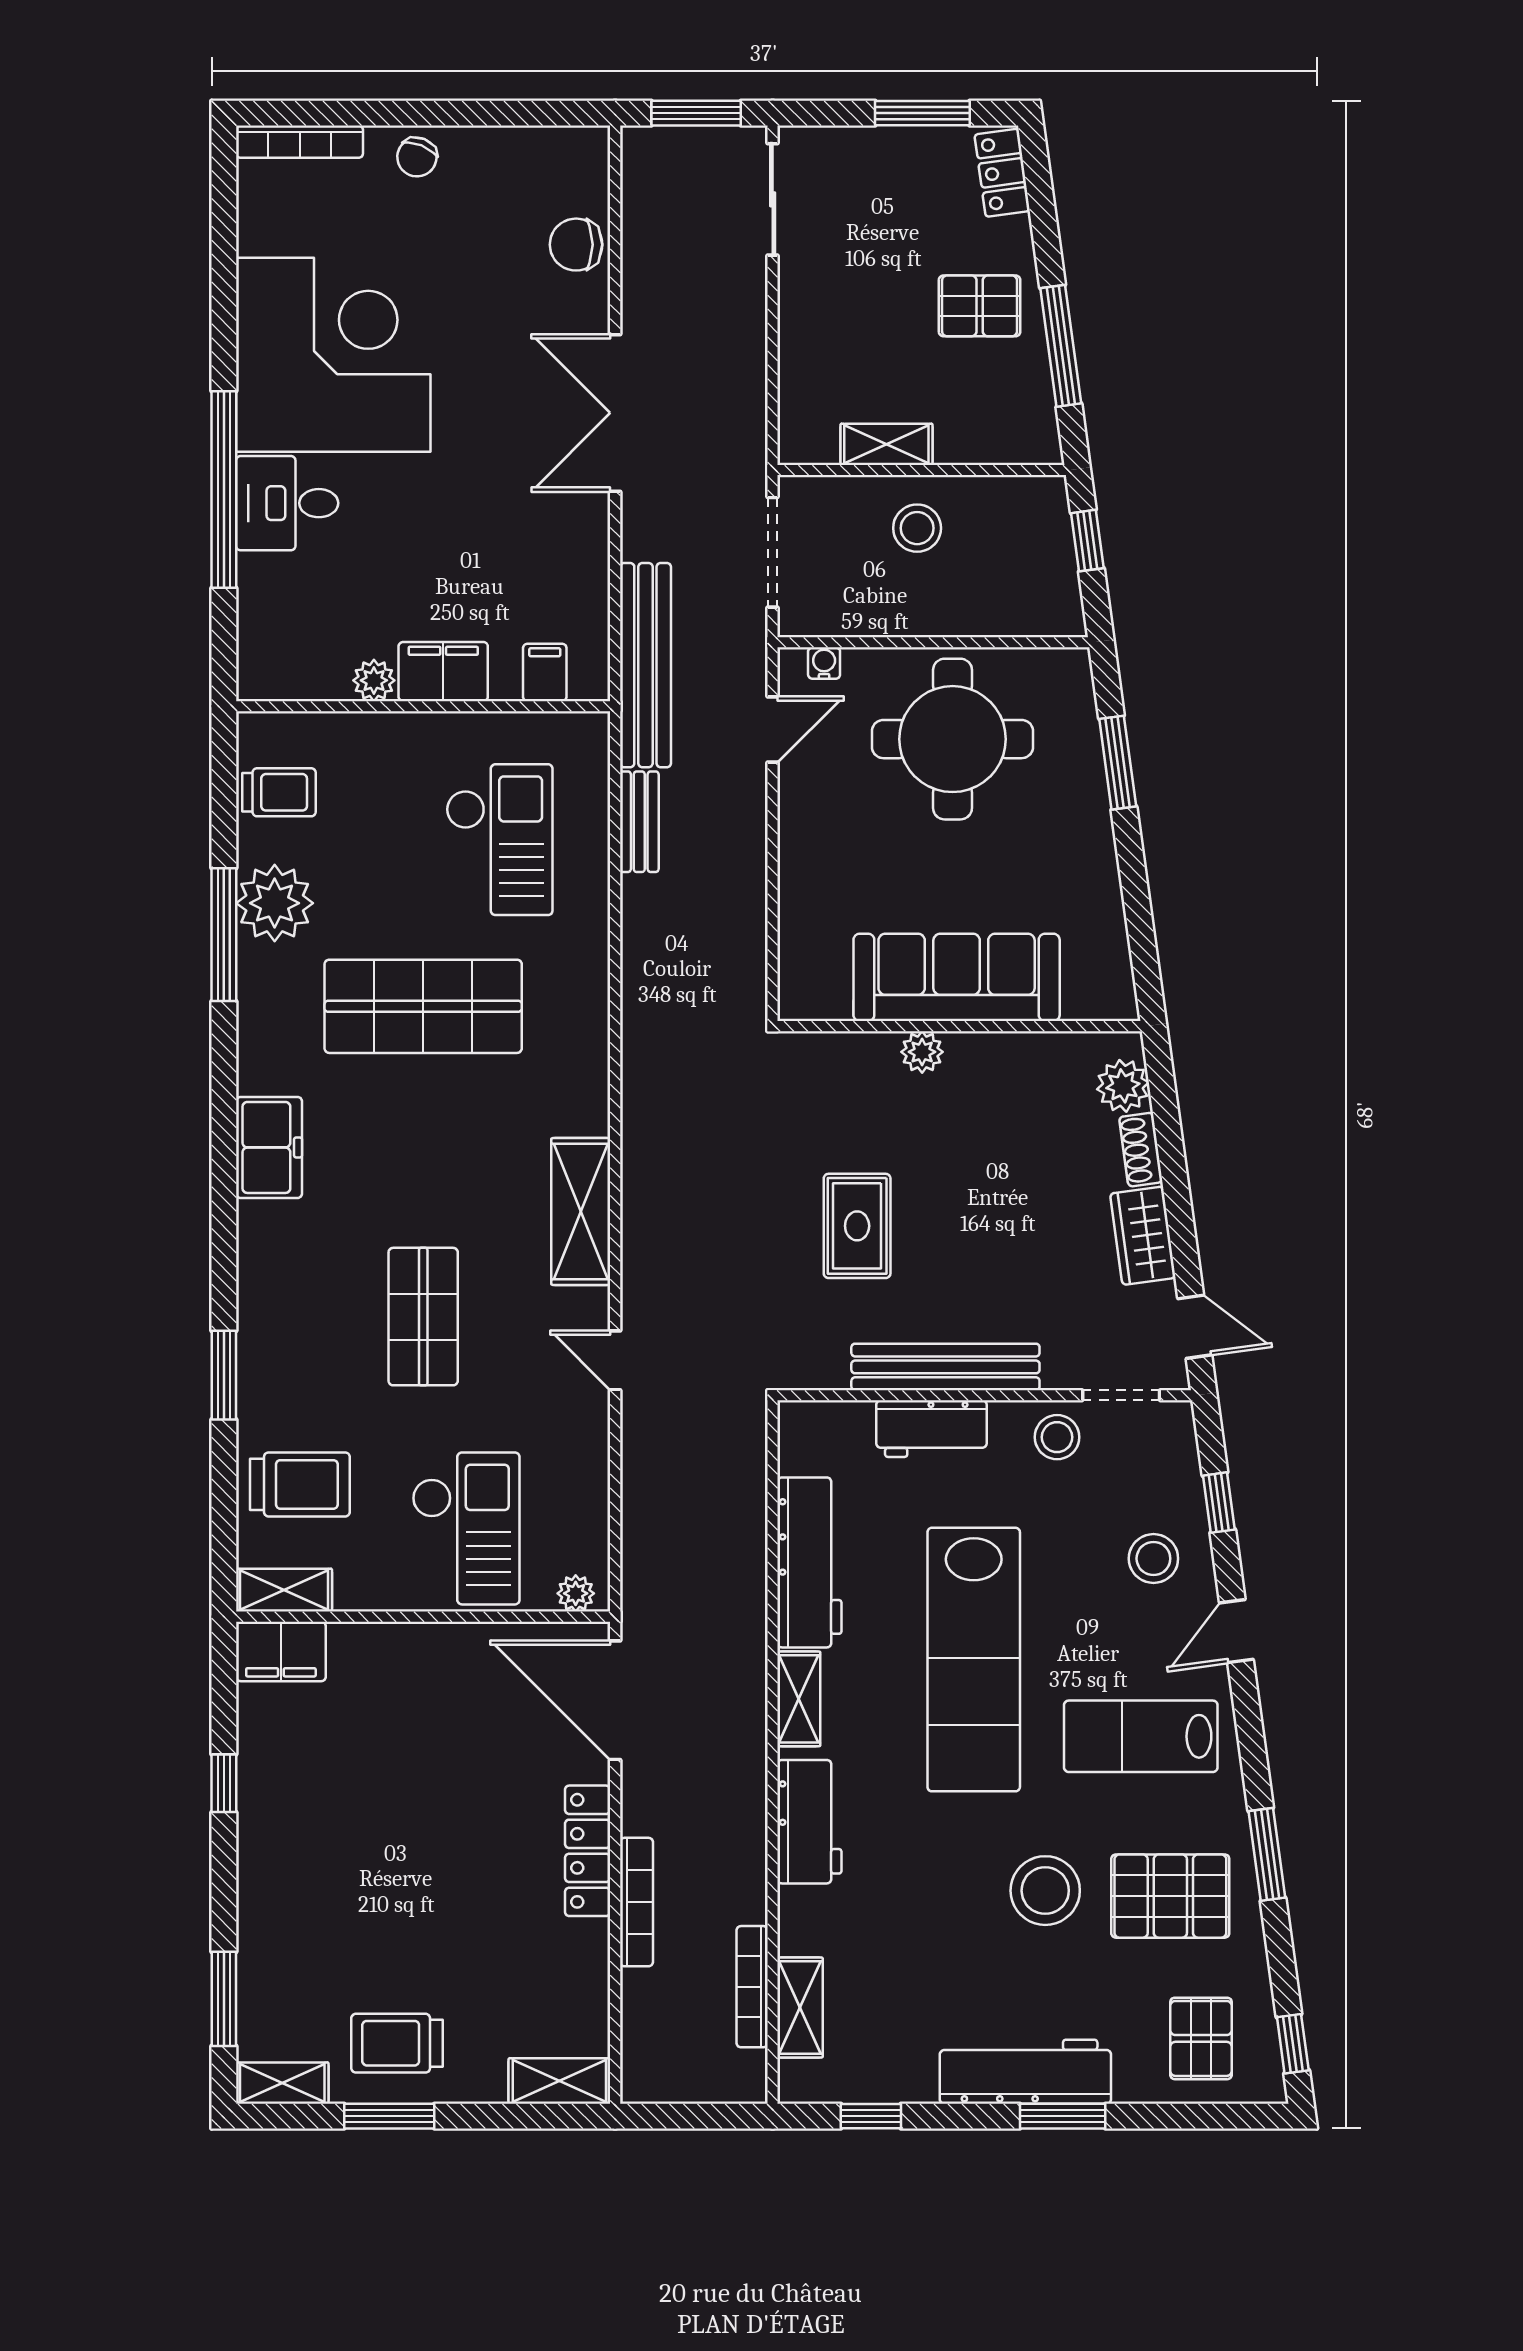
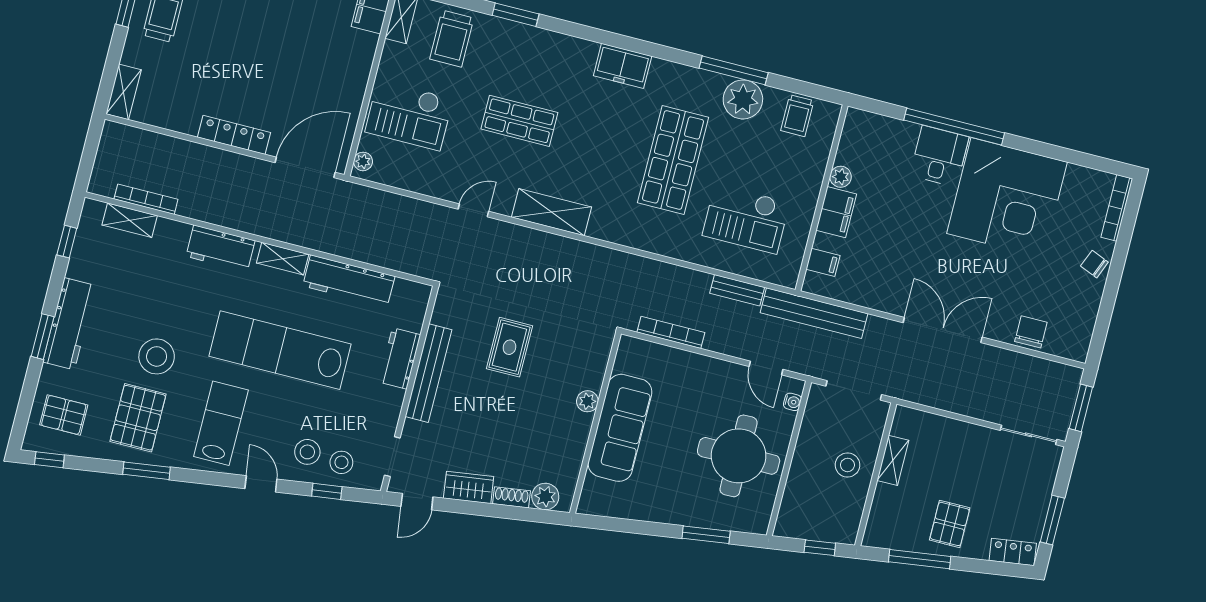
rug: (857, 1226) -> (509, 347), turned 90
stool: (1057, 1437) -> (341, 462), moved
bookcase: (636, 1902) -> (671, 332), moved, turned 180

